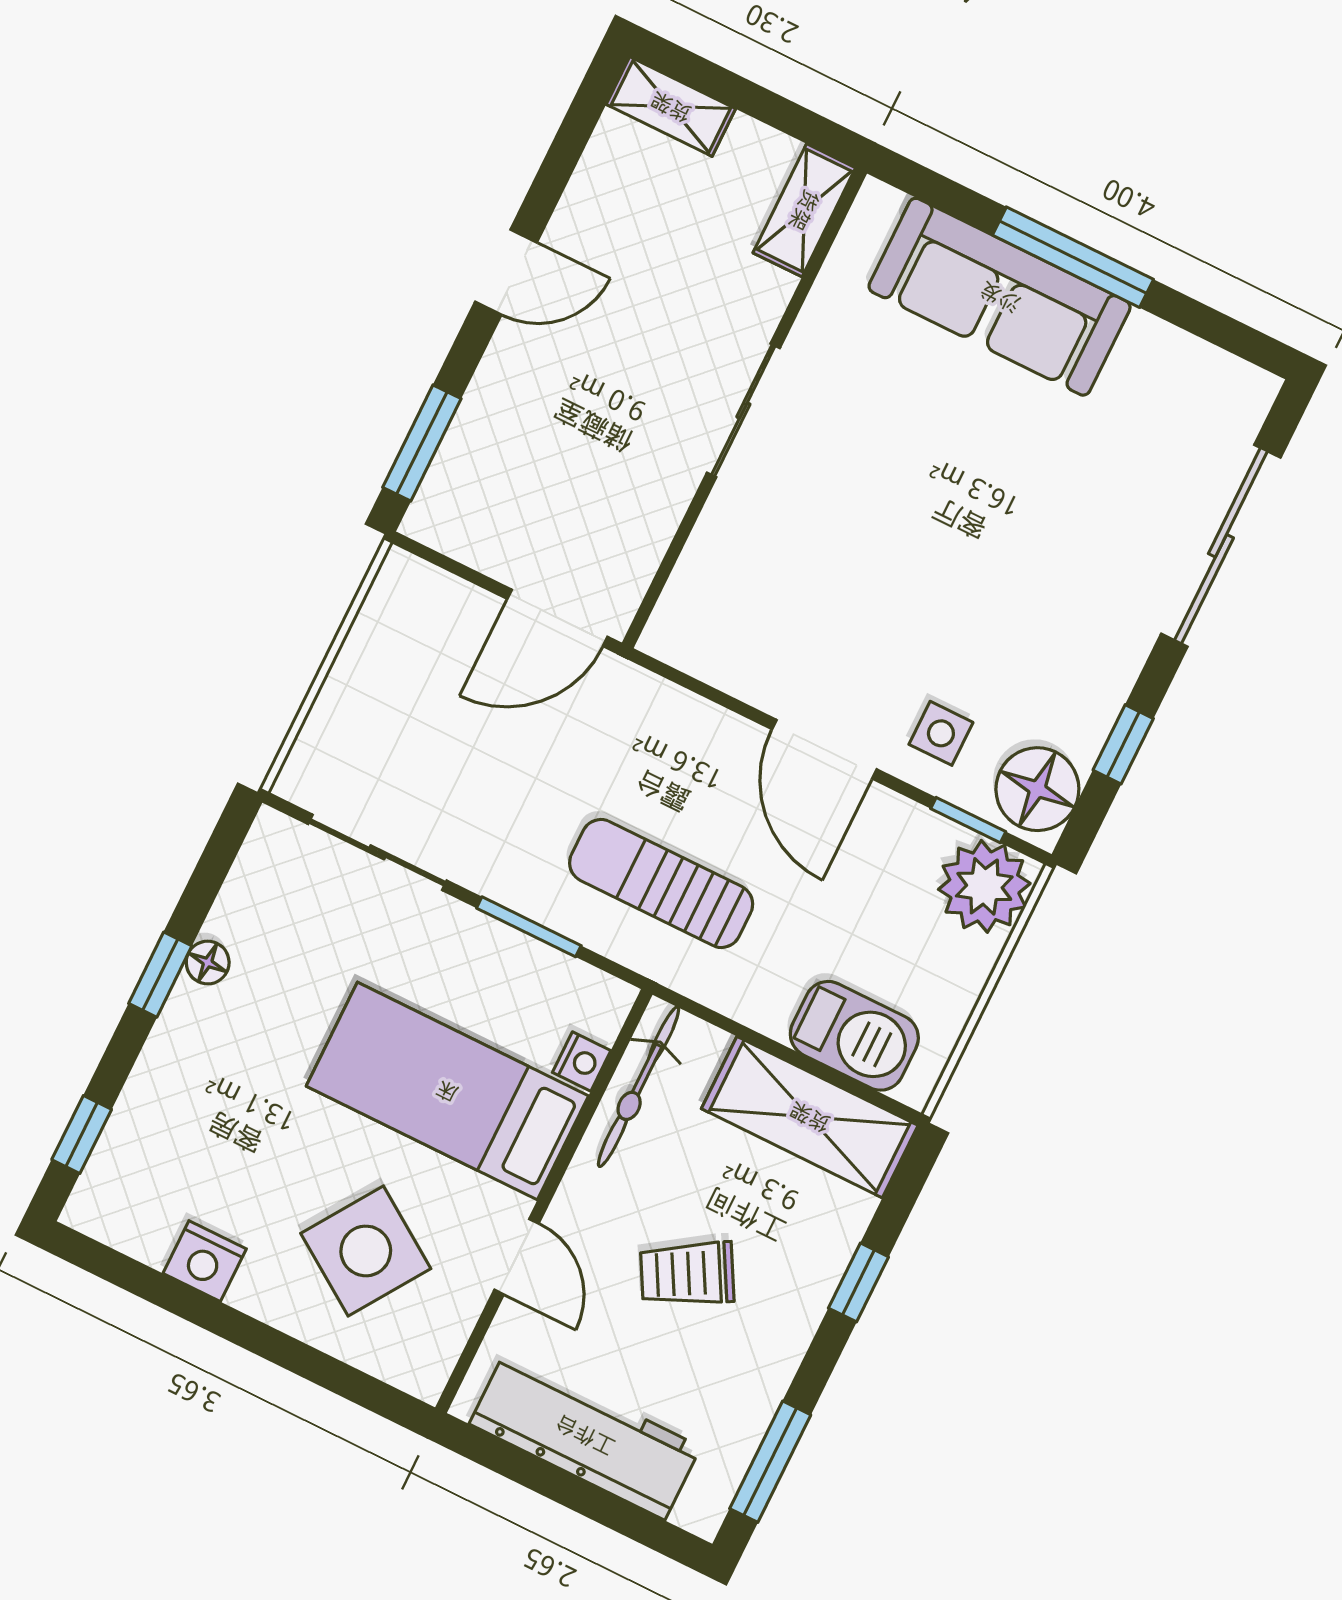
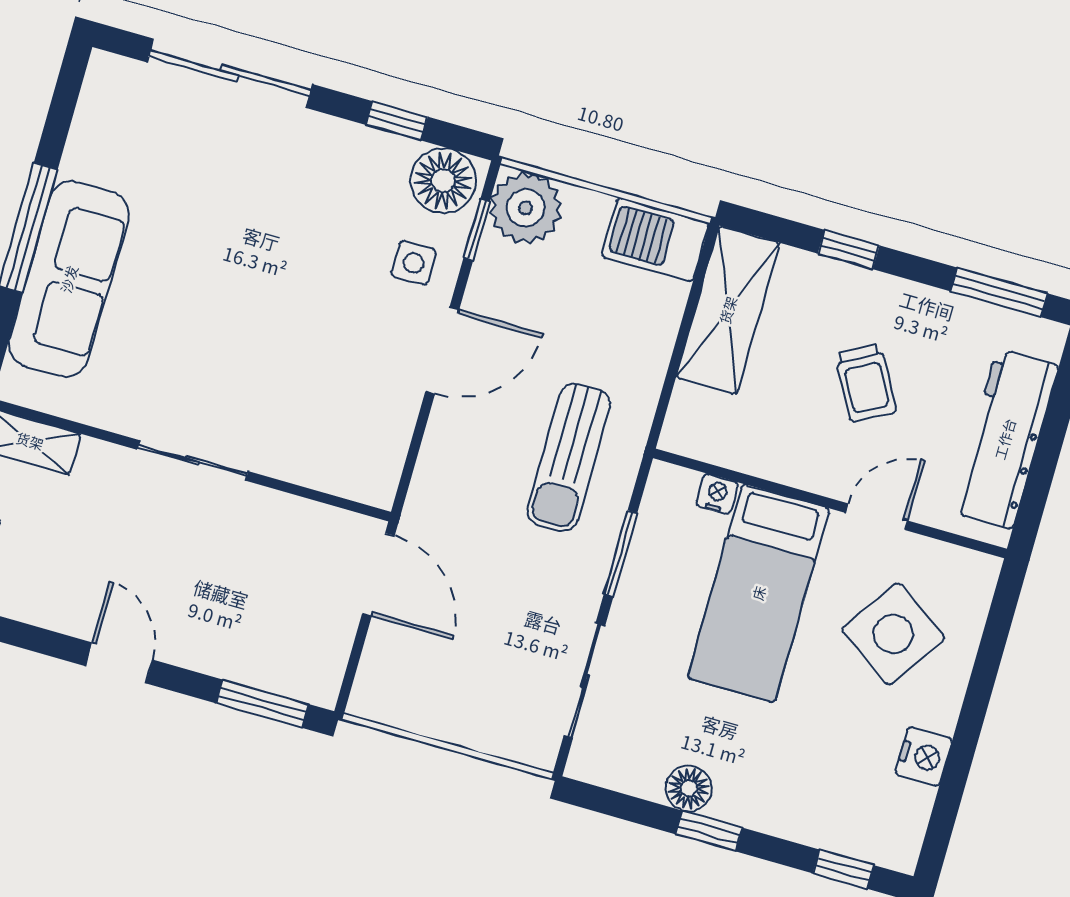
floor lamp: (208, 963) -> (689, 788), width x1.37, depth x1.37
barbecue: (854, 1036) -> (655, 240), moved, turned -90
bicycle: (639, 1087) -> (729, 447), removed

